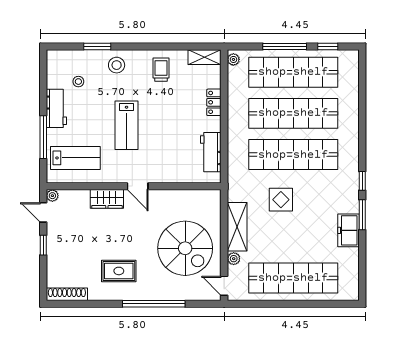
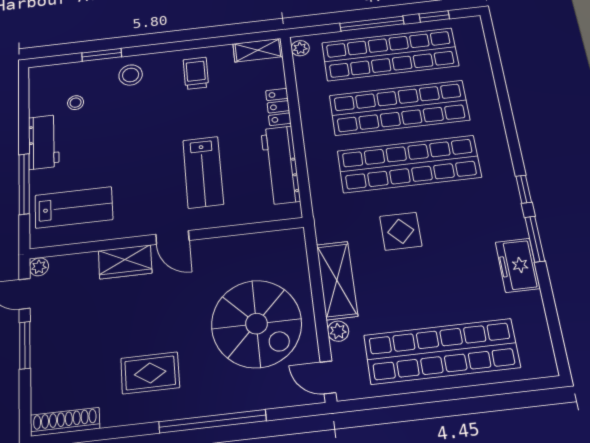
lab bench: (127, 125) -> (203, 172), moved
workbench: (211, 152) -> (280, 165), width x1.37
window: (43, 245) -> (25, 345), width x1.50

